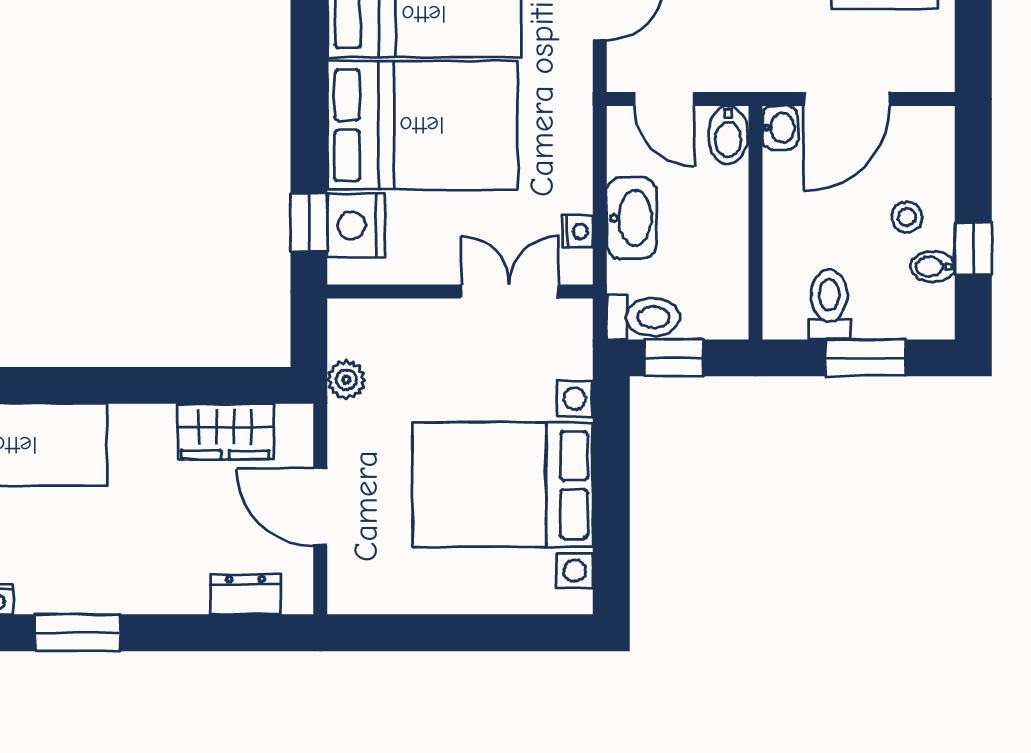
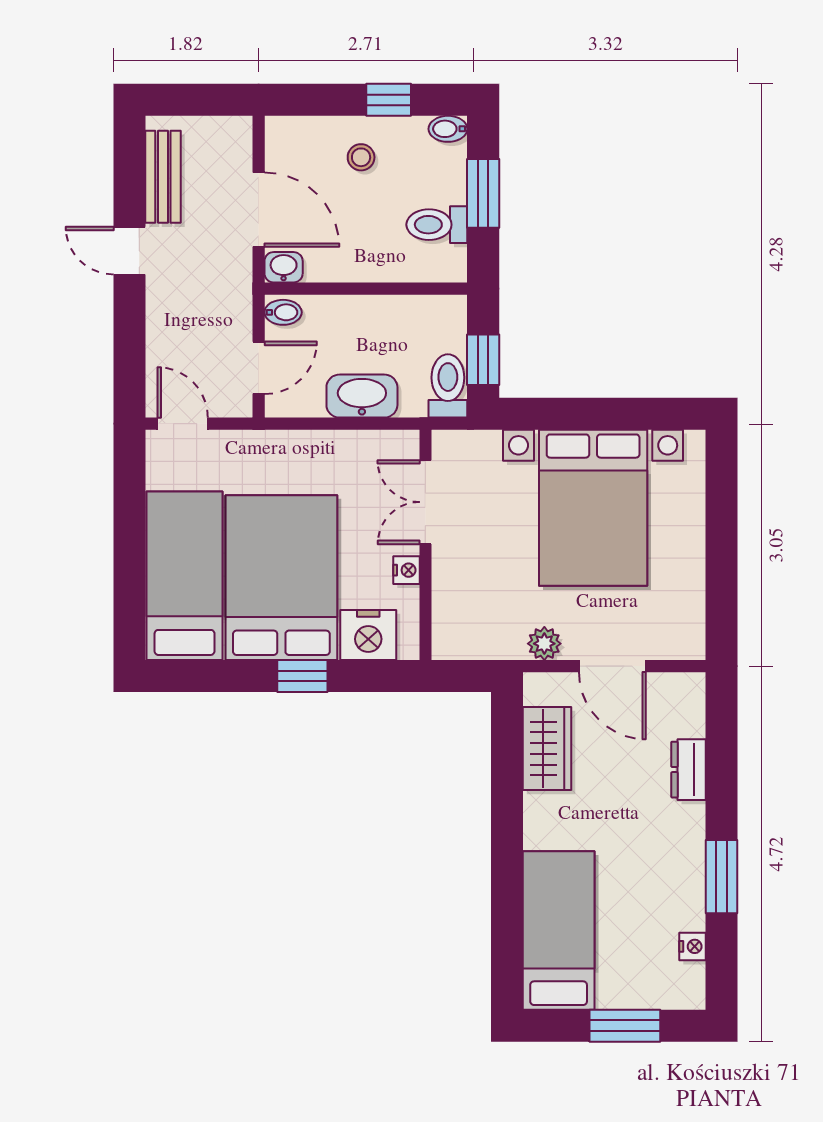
bidet: (728, 135) -> (283, 312), width x0.72, depth x0.74
window: (309, 222) -> (302, 676), moved
nightstand: (578, 232) -> (406, 570), moved, turned 90
bidet: (933, 267) -> (448, 129), moved, turned 90
plant: (346, 380) -> (544, 644), moved
door: (320, 507) -> (612, 666), hinge flipped
dresser: (245, 595) -> (689, 770), moved

